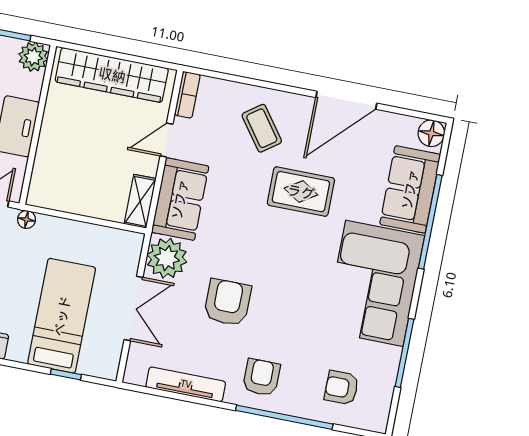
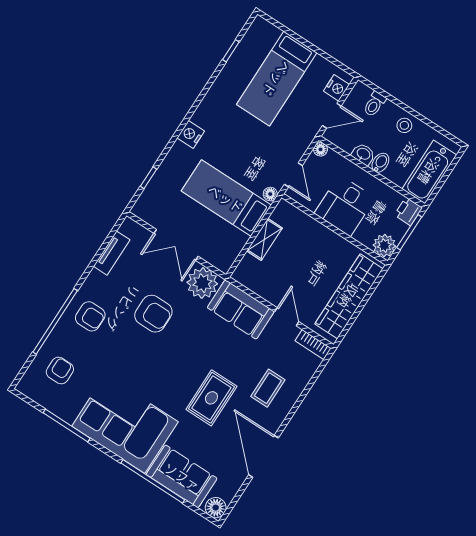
coffee table: (262, 128) -> (268, 388), turned -54
shelving: (140, 201) -> (264, 239), moved, turned 90
bed: (62, 316) -> (226, 198), moved, turned 180
tv unit: (186, 384) -> (112, 253), width x0.71

